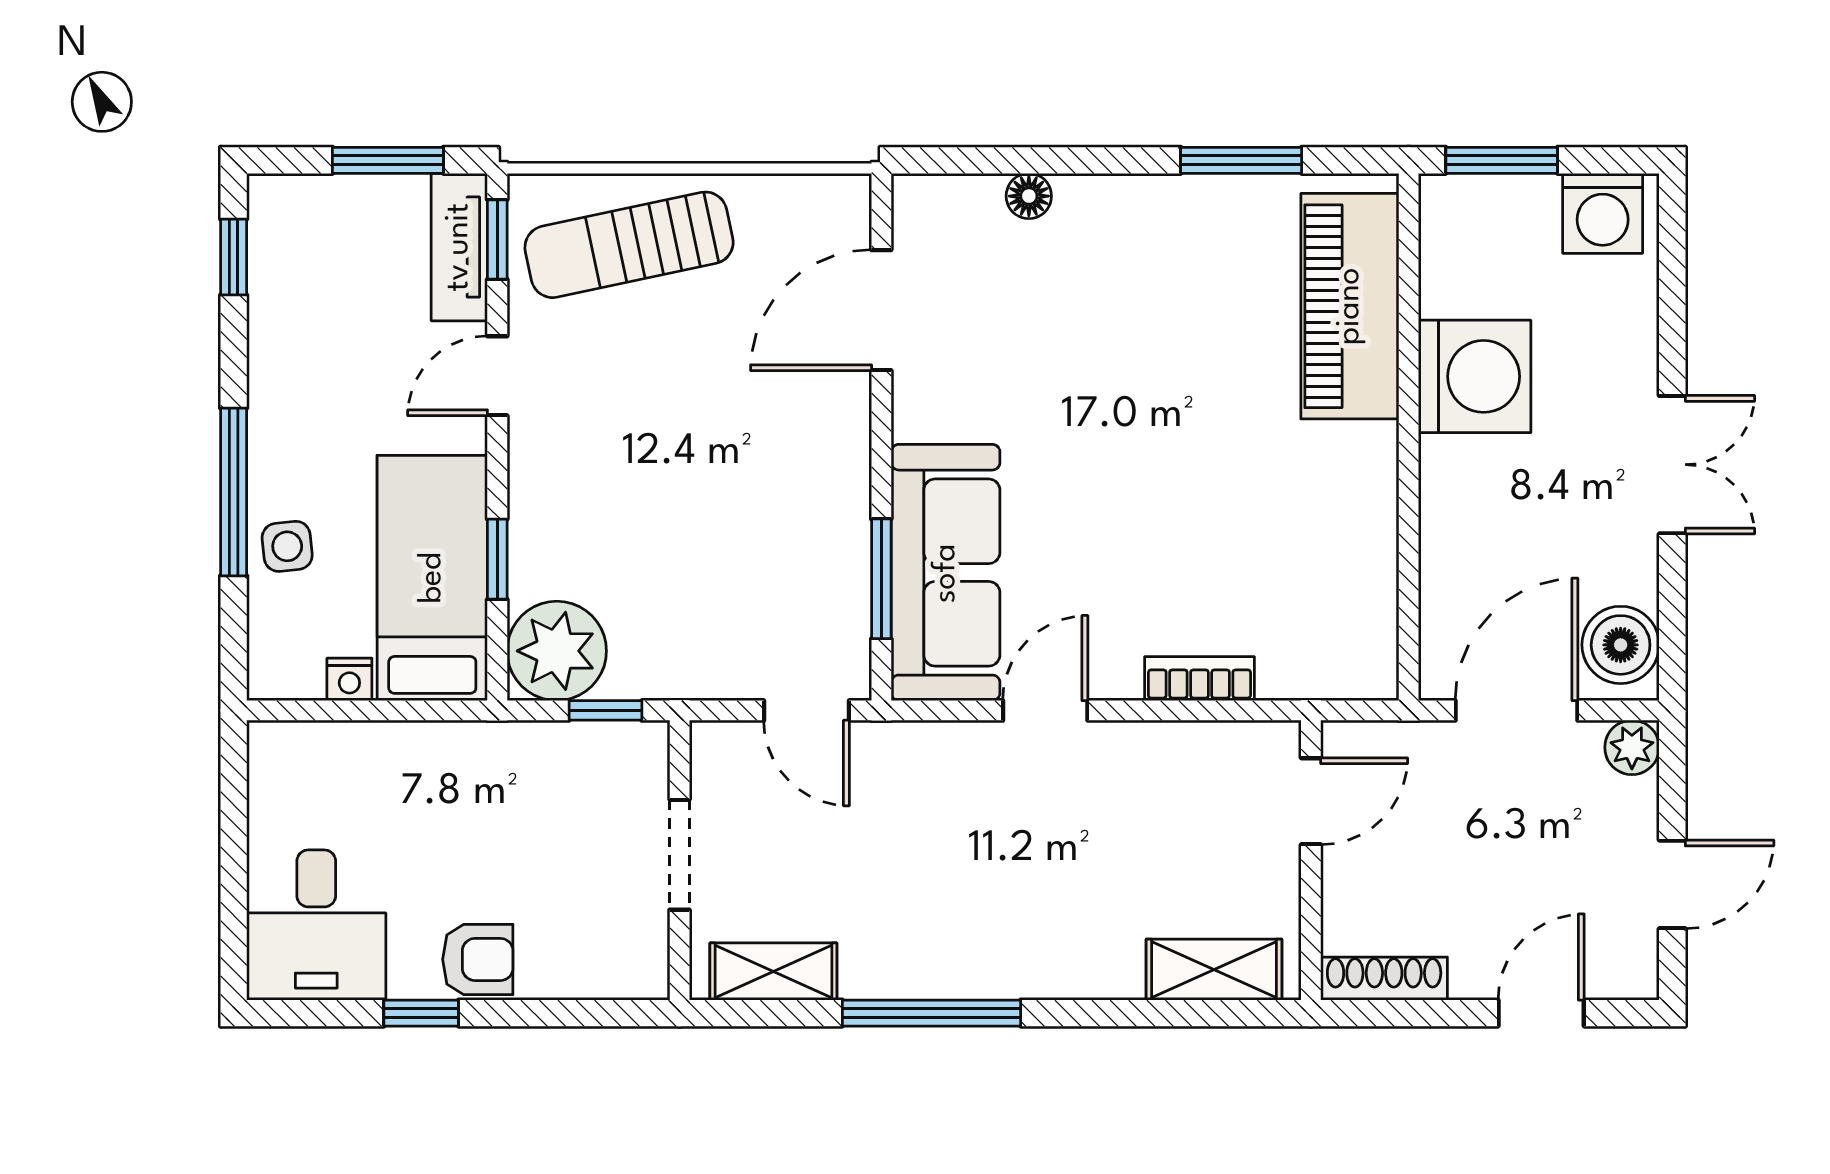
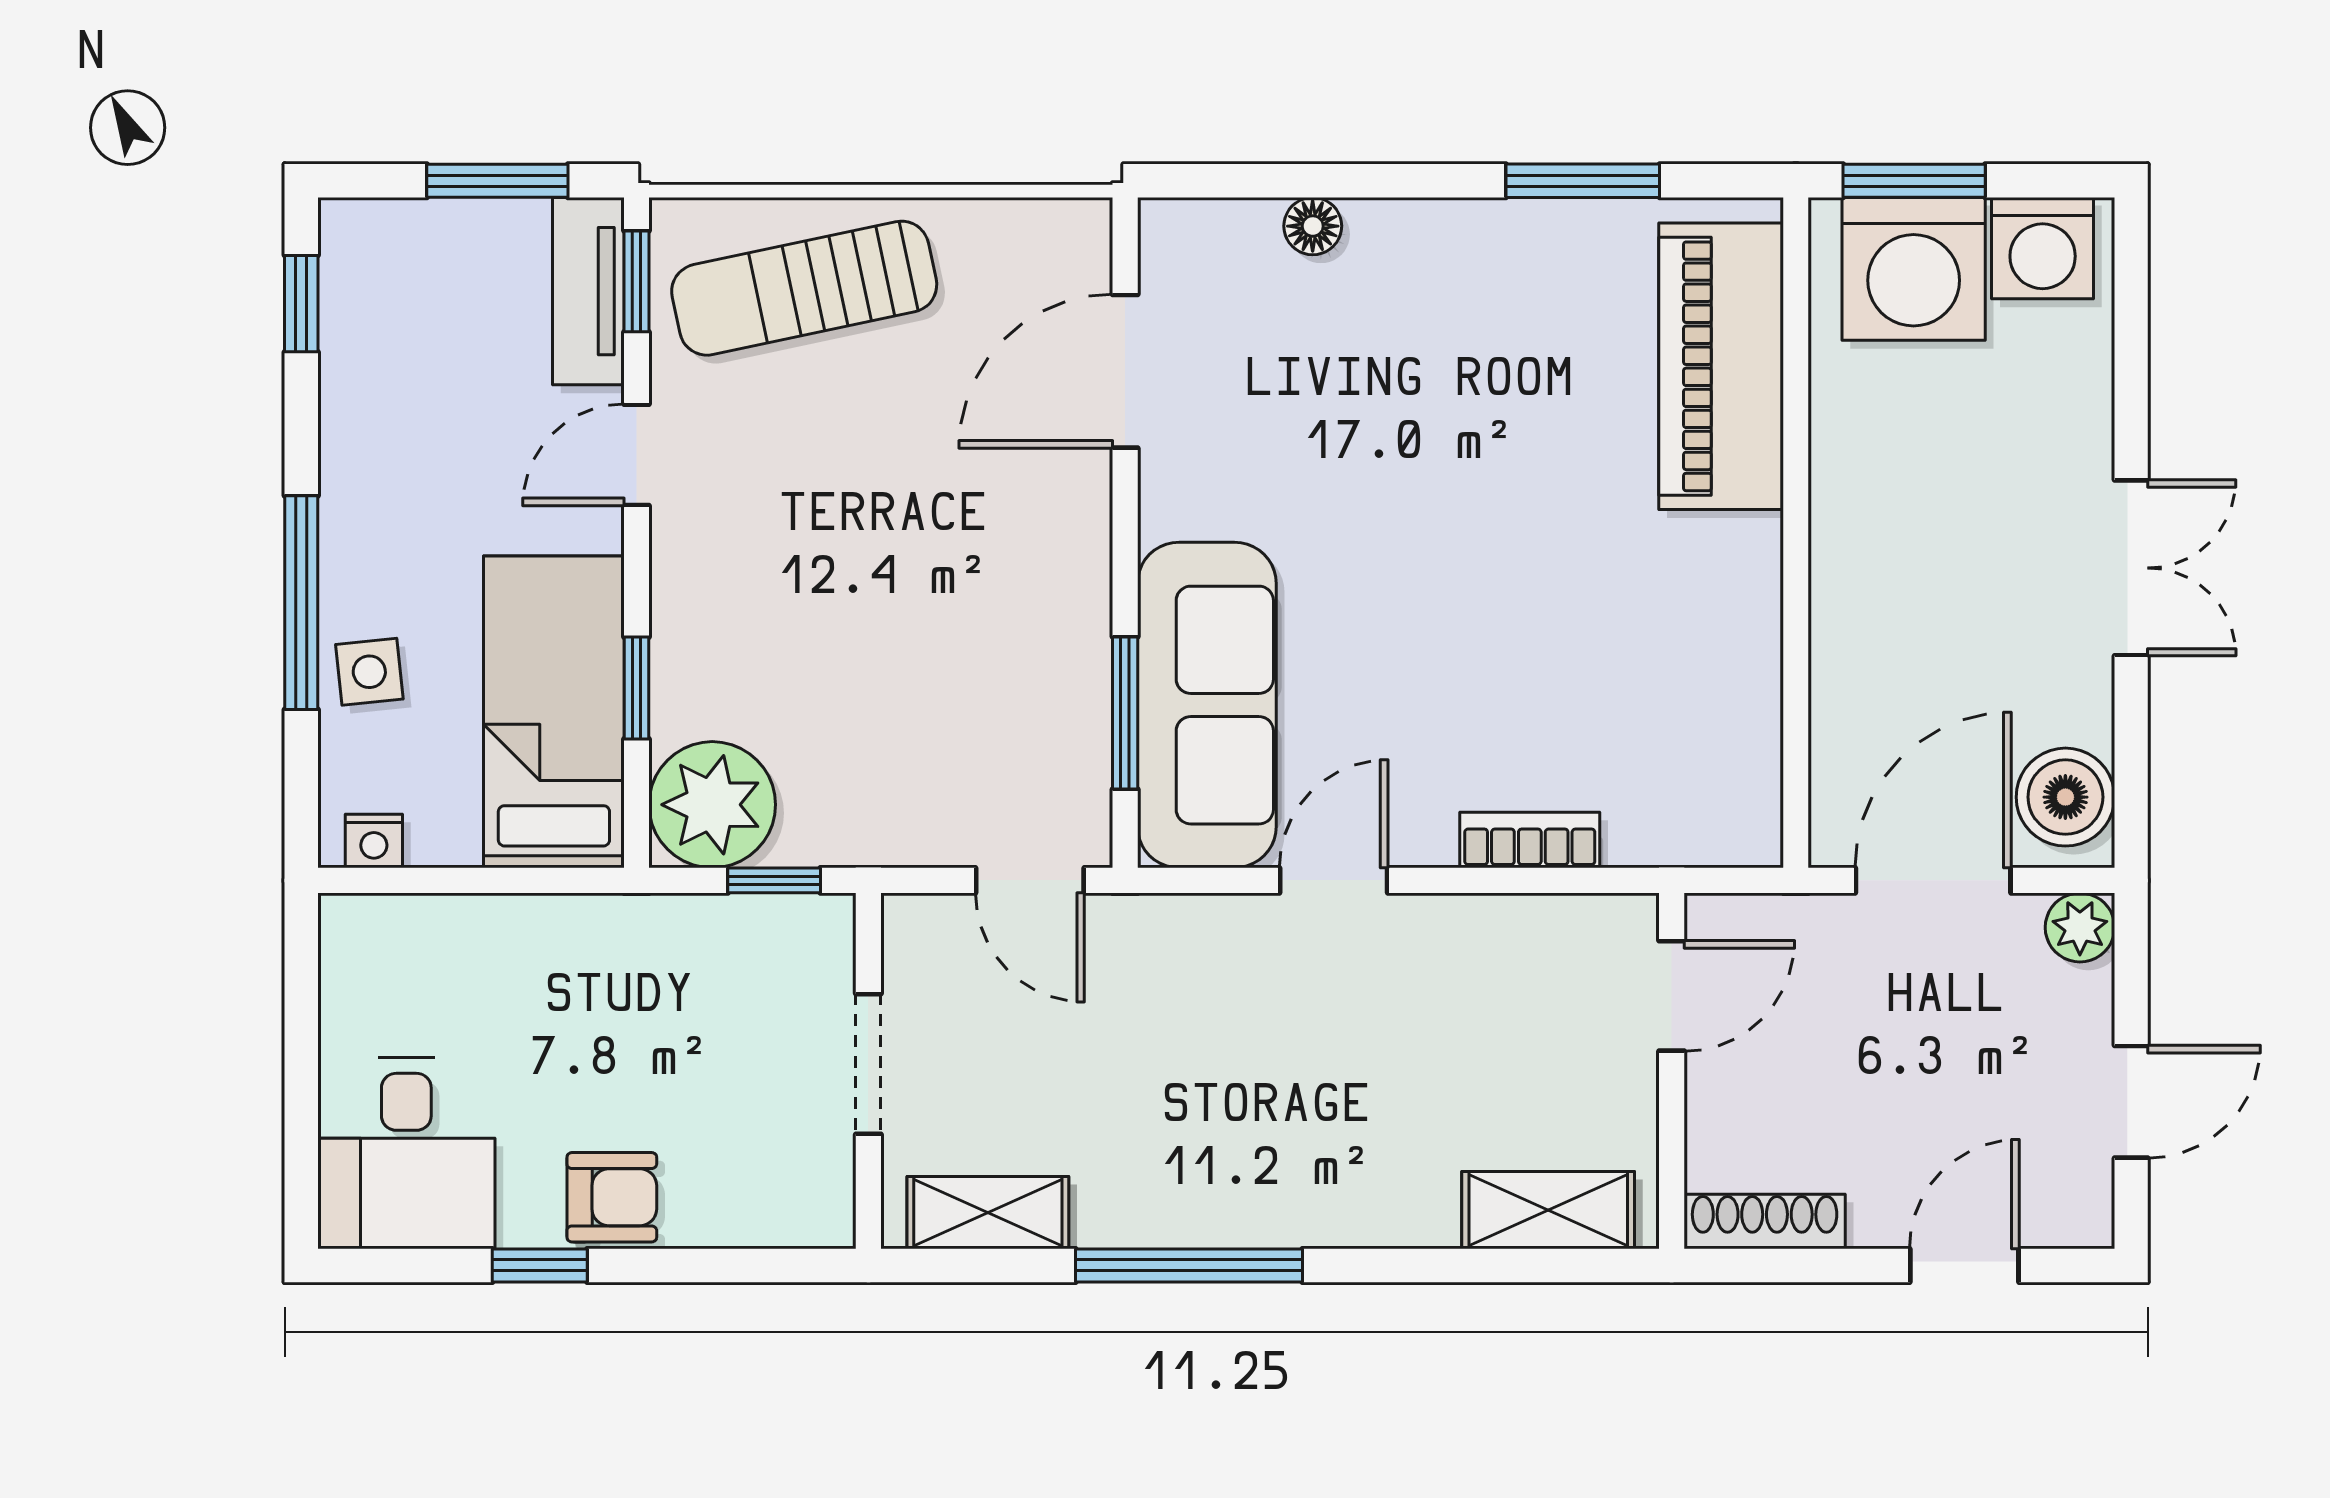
washing machine: (1475, 376) -> (1914, 269), moved, turned 90
nightstand: (349, 679) -> (374, 841), moved

